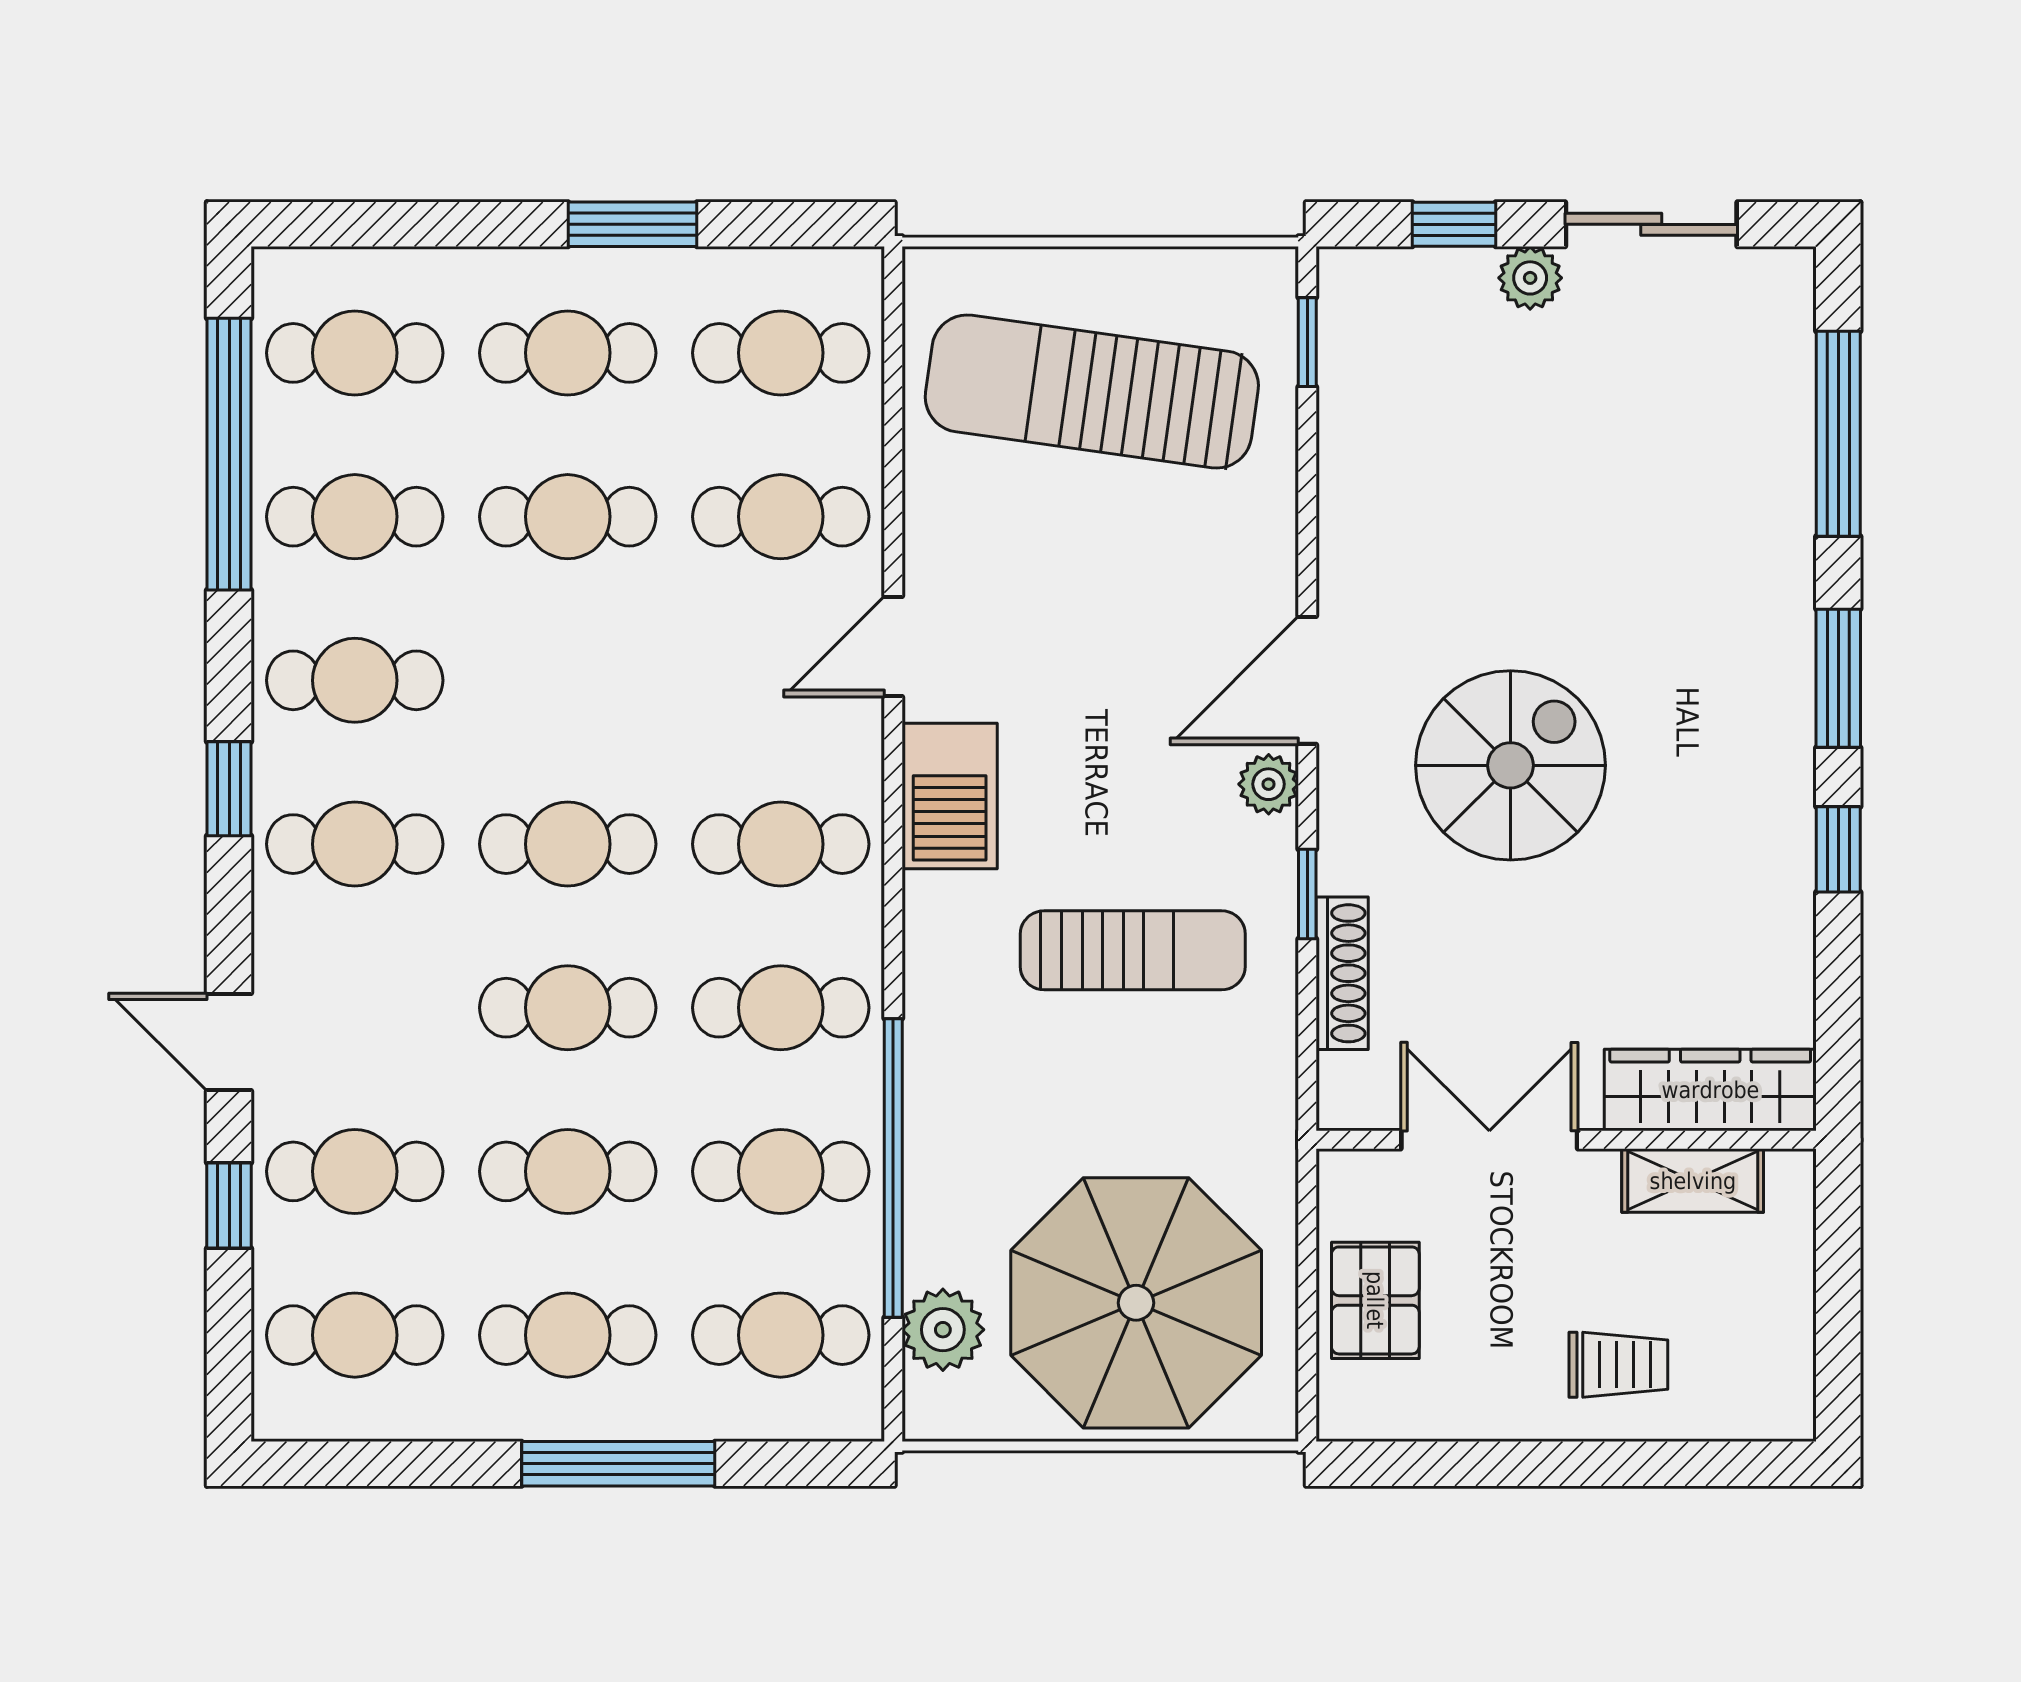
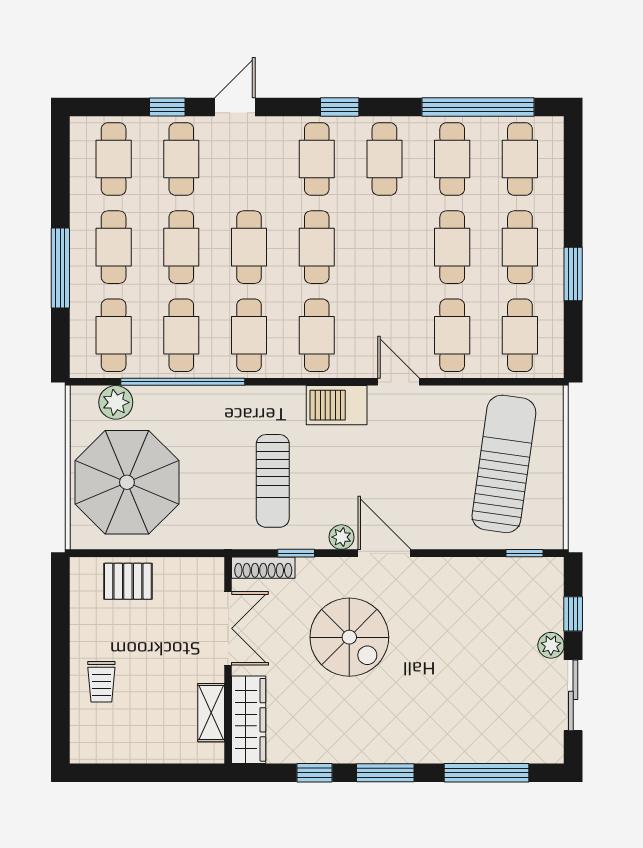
wardrobe: (1710, 1090) -> (249, 720), moved
double door: (1489, 1140) -> (228, 628), moved
wall: (1566, 1140) -> (228, 660), moved
shelving: (1693, 1181) -> (211, 713), moved

